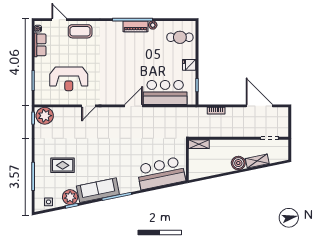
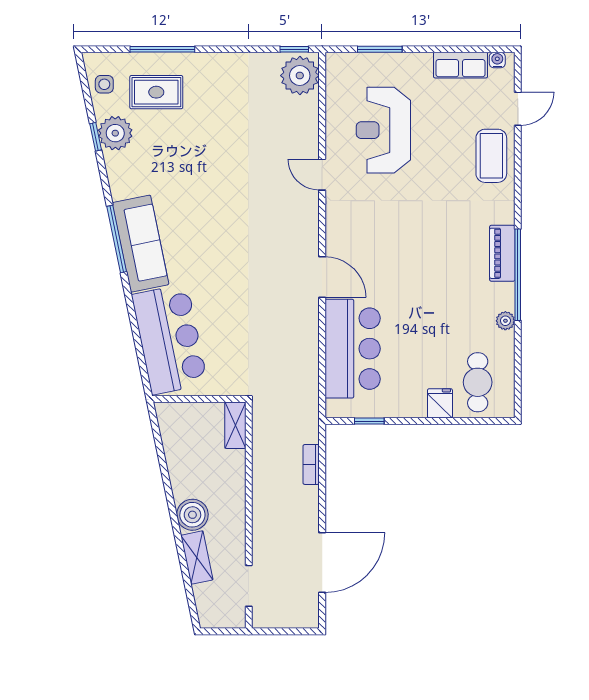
piano: (135, 26) -> (502, 253), moved
fridge: (189, 65) -> (440, 403), moved
rug: (63, 165) -> (156, 92), moved, turned 90
sofa: (98, 190) -> (141, 244), moved

